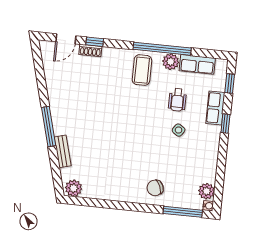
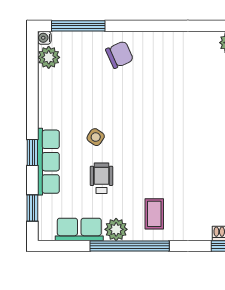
coffee table: (142, 70) -> (154, 214), width x0.73, depth x0.77
row of seats: (215, 108) -> (48, 162), width x1.48

